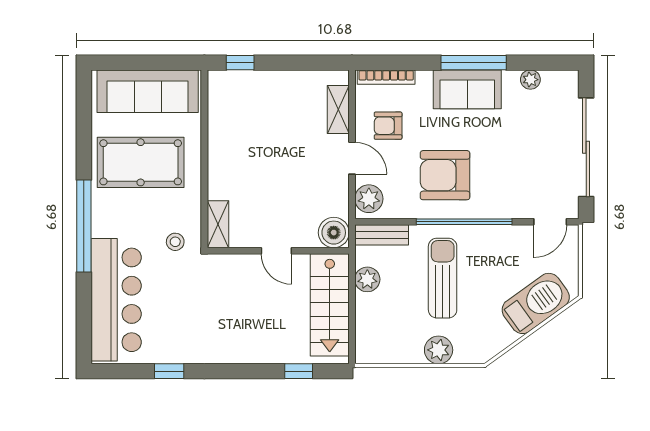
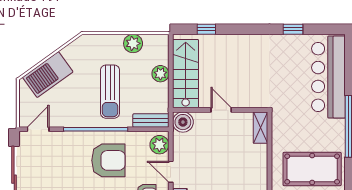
stool: (175, 242) -> (289, 116), removed
plant: (367, 279) -> (160, 74), moved
plant: (439, 350) -> (133, 43), moved

